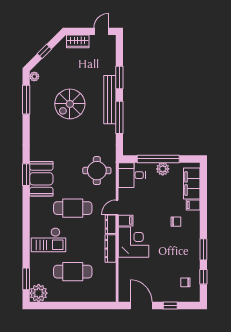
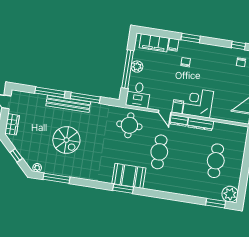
window: (119, 78) -> (50, 92), width x1.44
checkout: (48, 240) -> (184, 178), removed
window: (203, 249) -> (191, 38), moved

